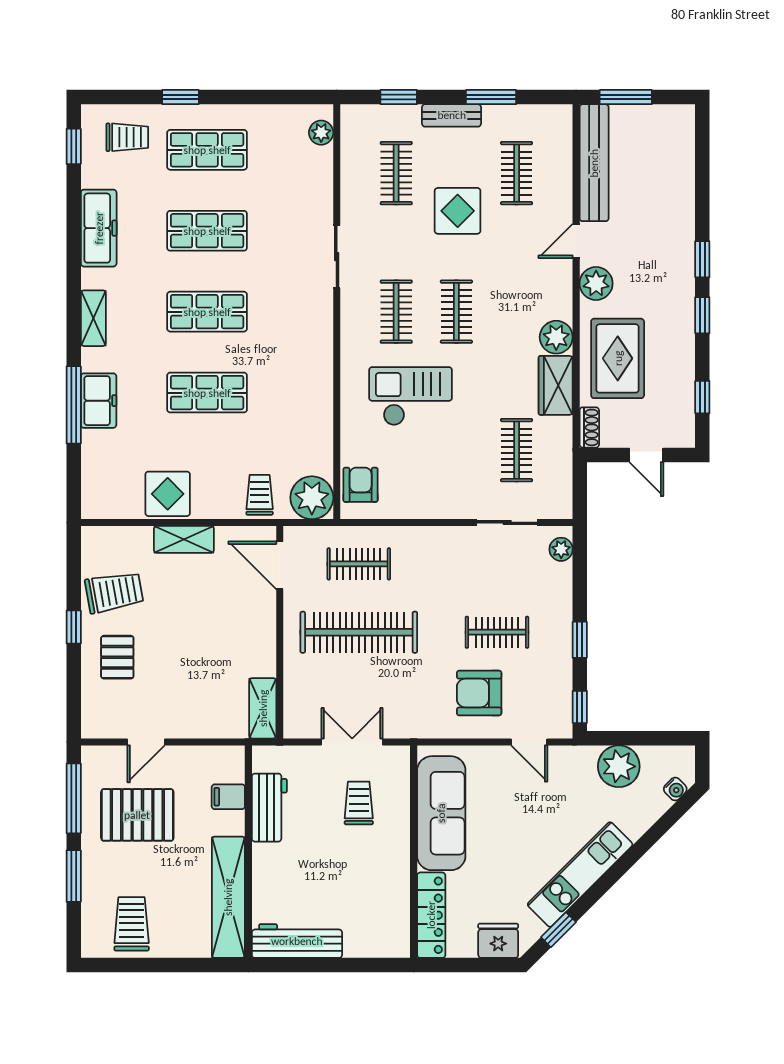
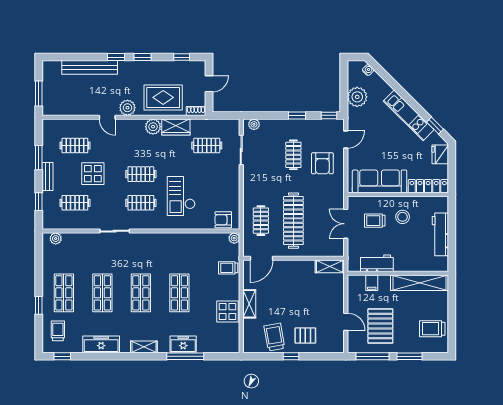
bench: (594, 163) -> (90, 67), moved
plant: (312, 498) -> (234, 238), width x0.53, depth x0.53
stool: (367, 862) -> (403, 217), added
workbench: (297, 941) -> (440, 234), moved

